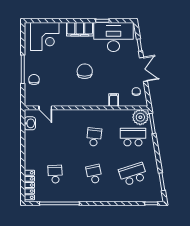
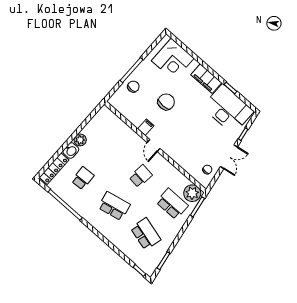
chair: (85, 71) -> (166, 102), moved
filing cabinet: (114, 100) -> (146, 127), moved
door: (45, 108) -> (154, 145), moved
washbasin: (30, 123) -> (71, 150), moved
plant: (30, 149) -> (80, 140), added
school desk: (94, 174) -> (114, 206), width x1.85
school desk: (133, 174) -> (146, 234), turned 33

